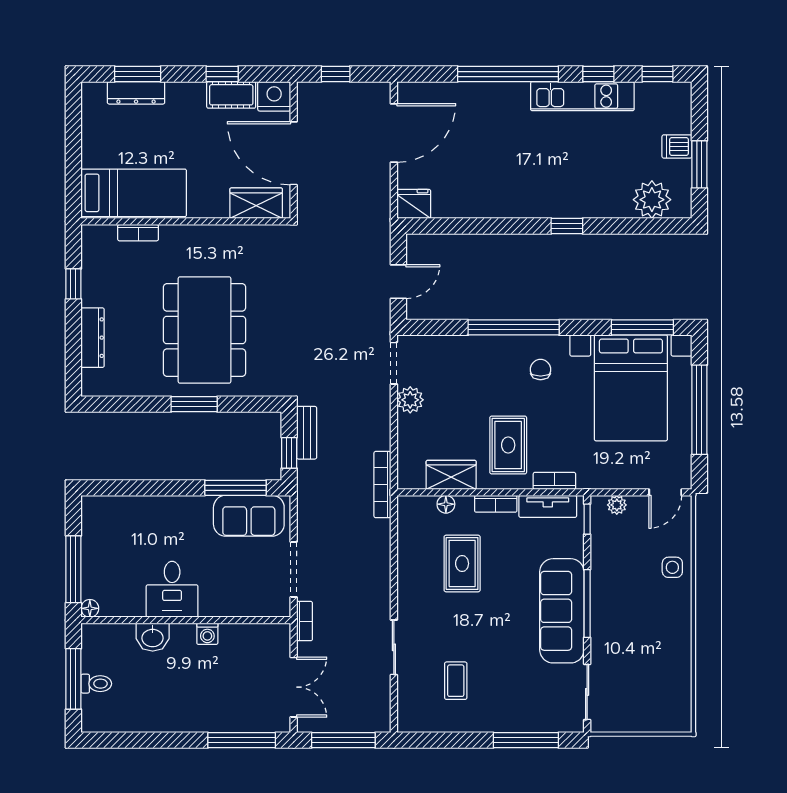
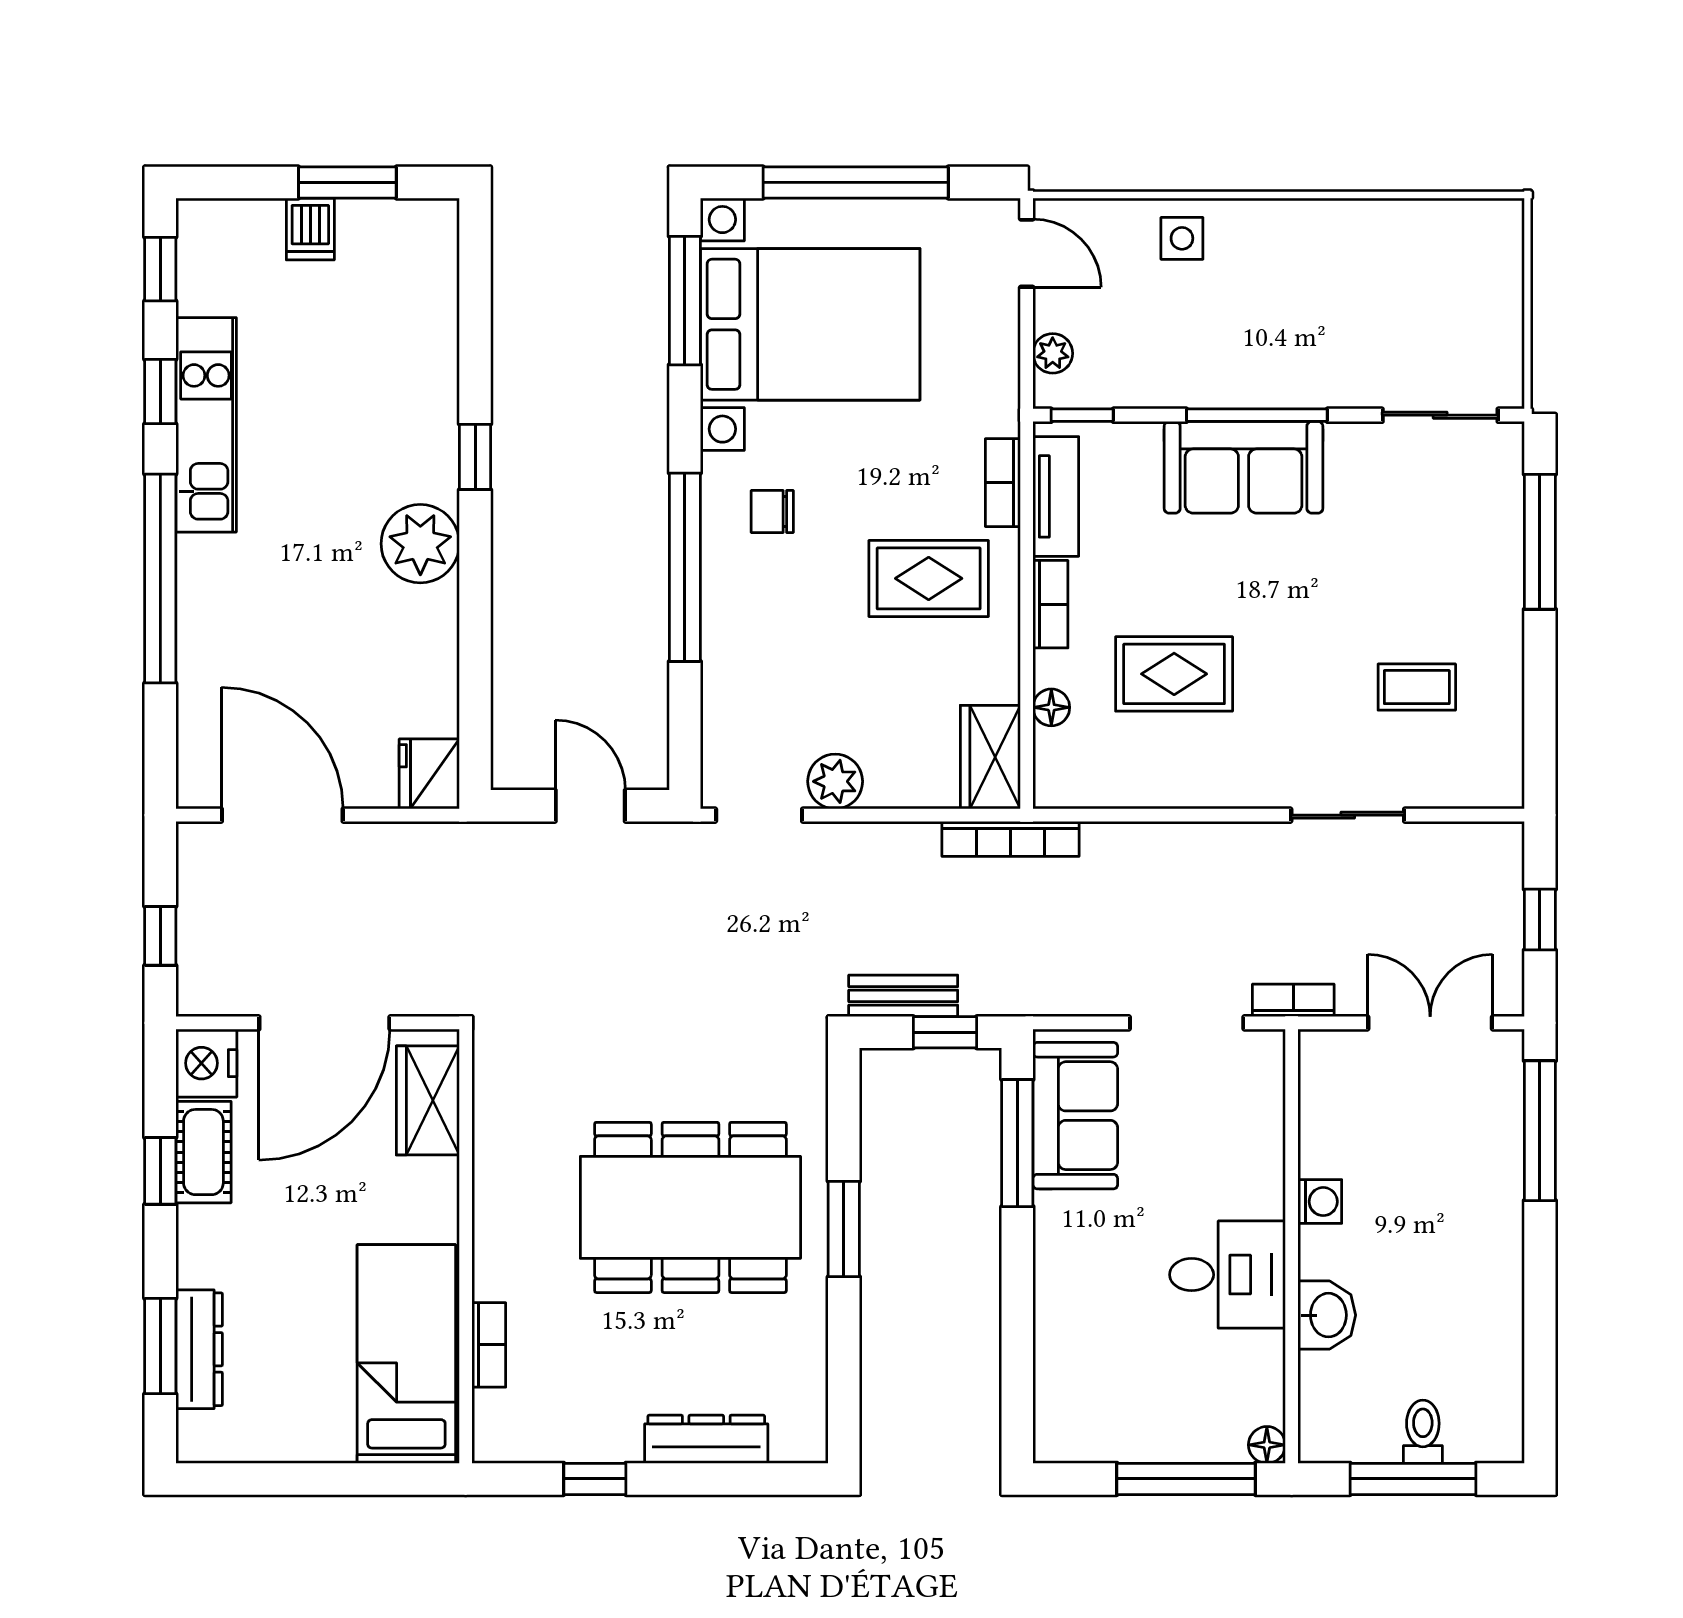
plant: (652, 200) -> (420, 544), moved
wardrobe: (451, 475) -> (990, 757), moved
sofa: (562, 611) -> (1244, 467), width x0.73
window: (343, 740) -> (1540, 920), width x0.46

